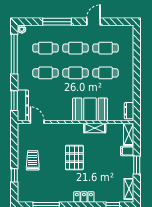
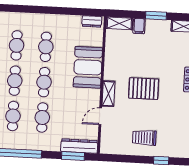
door: (37, 122) -> (100, 116), moved
shelving: (95, 128) -> (108, 94), moved

